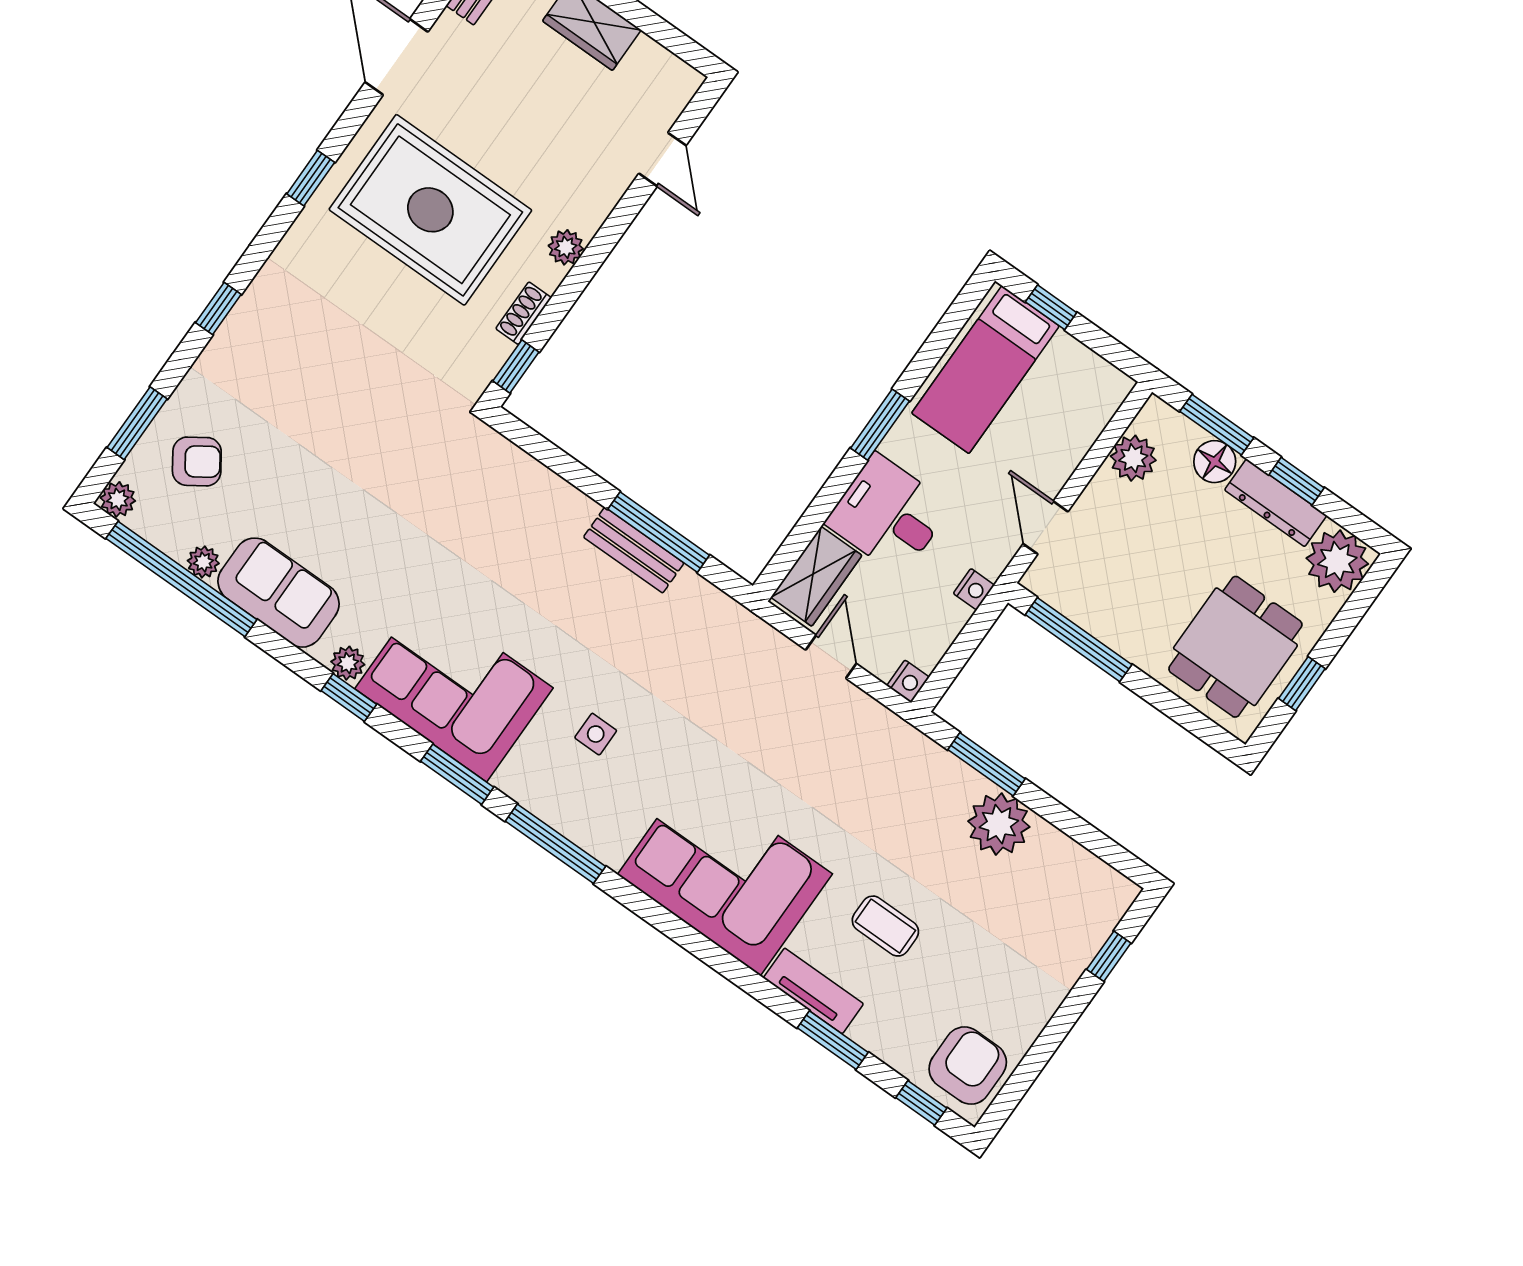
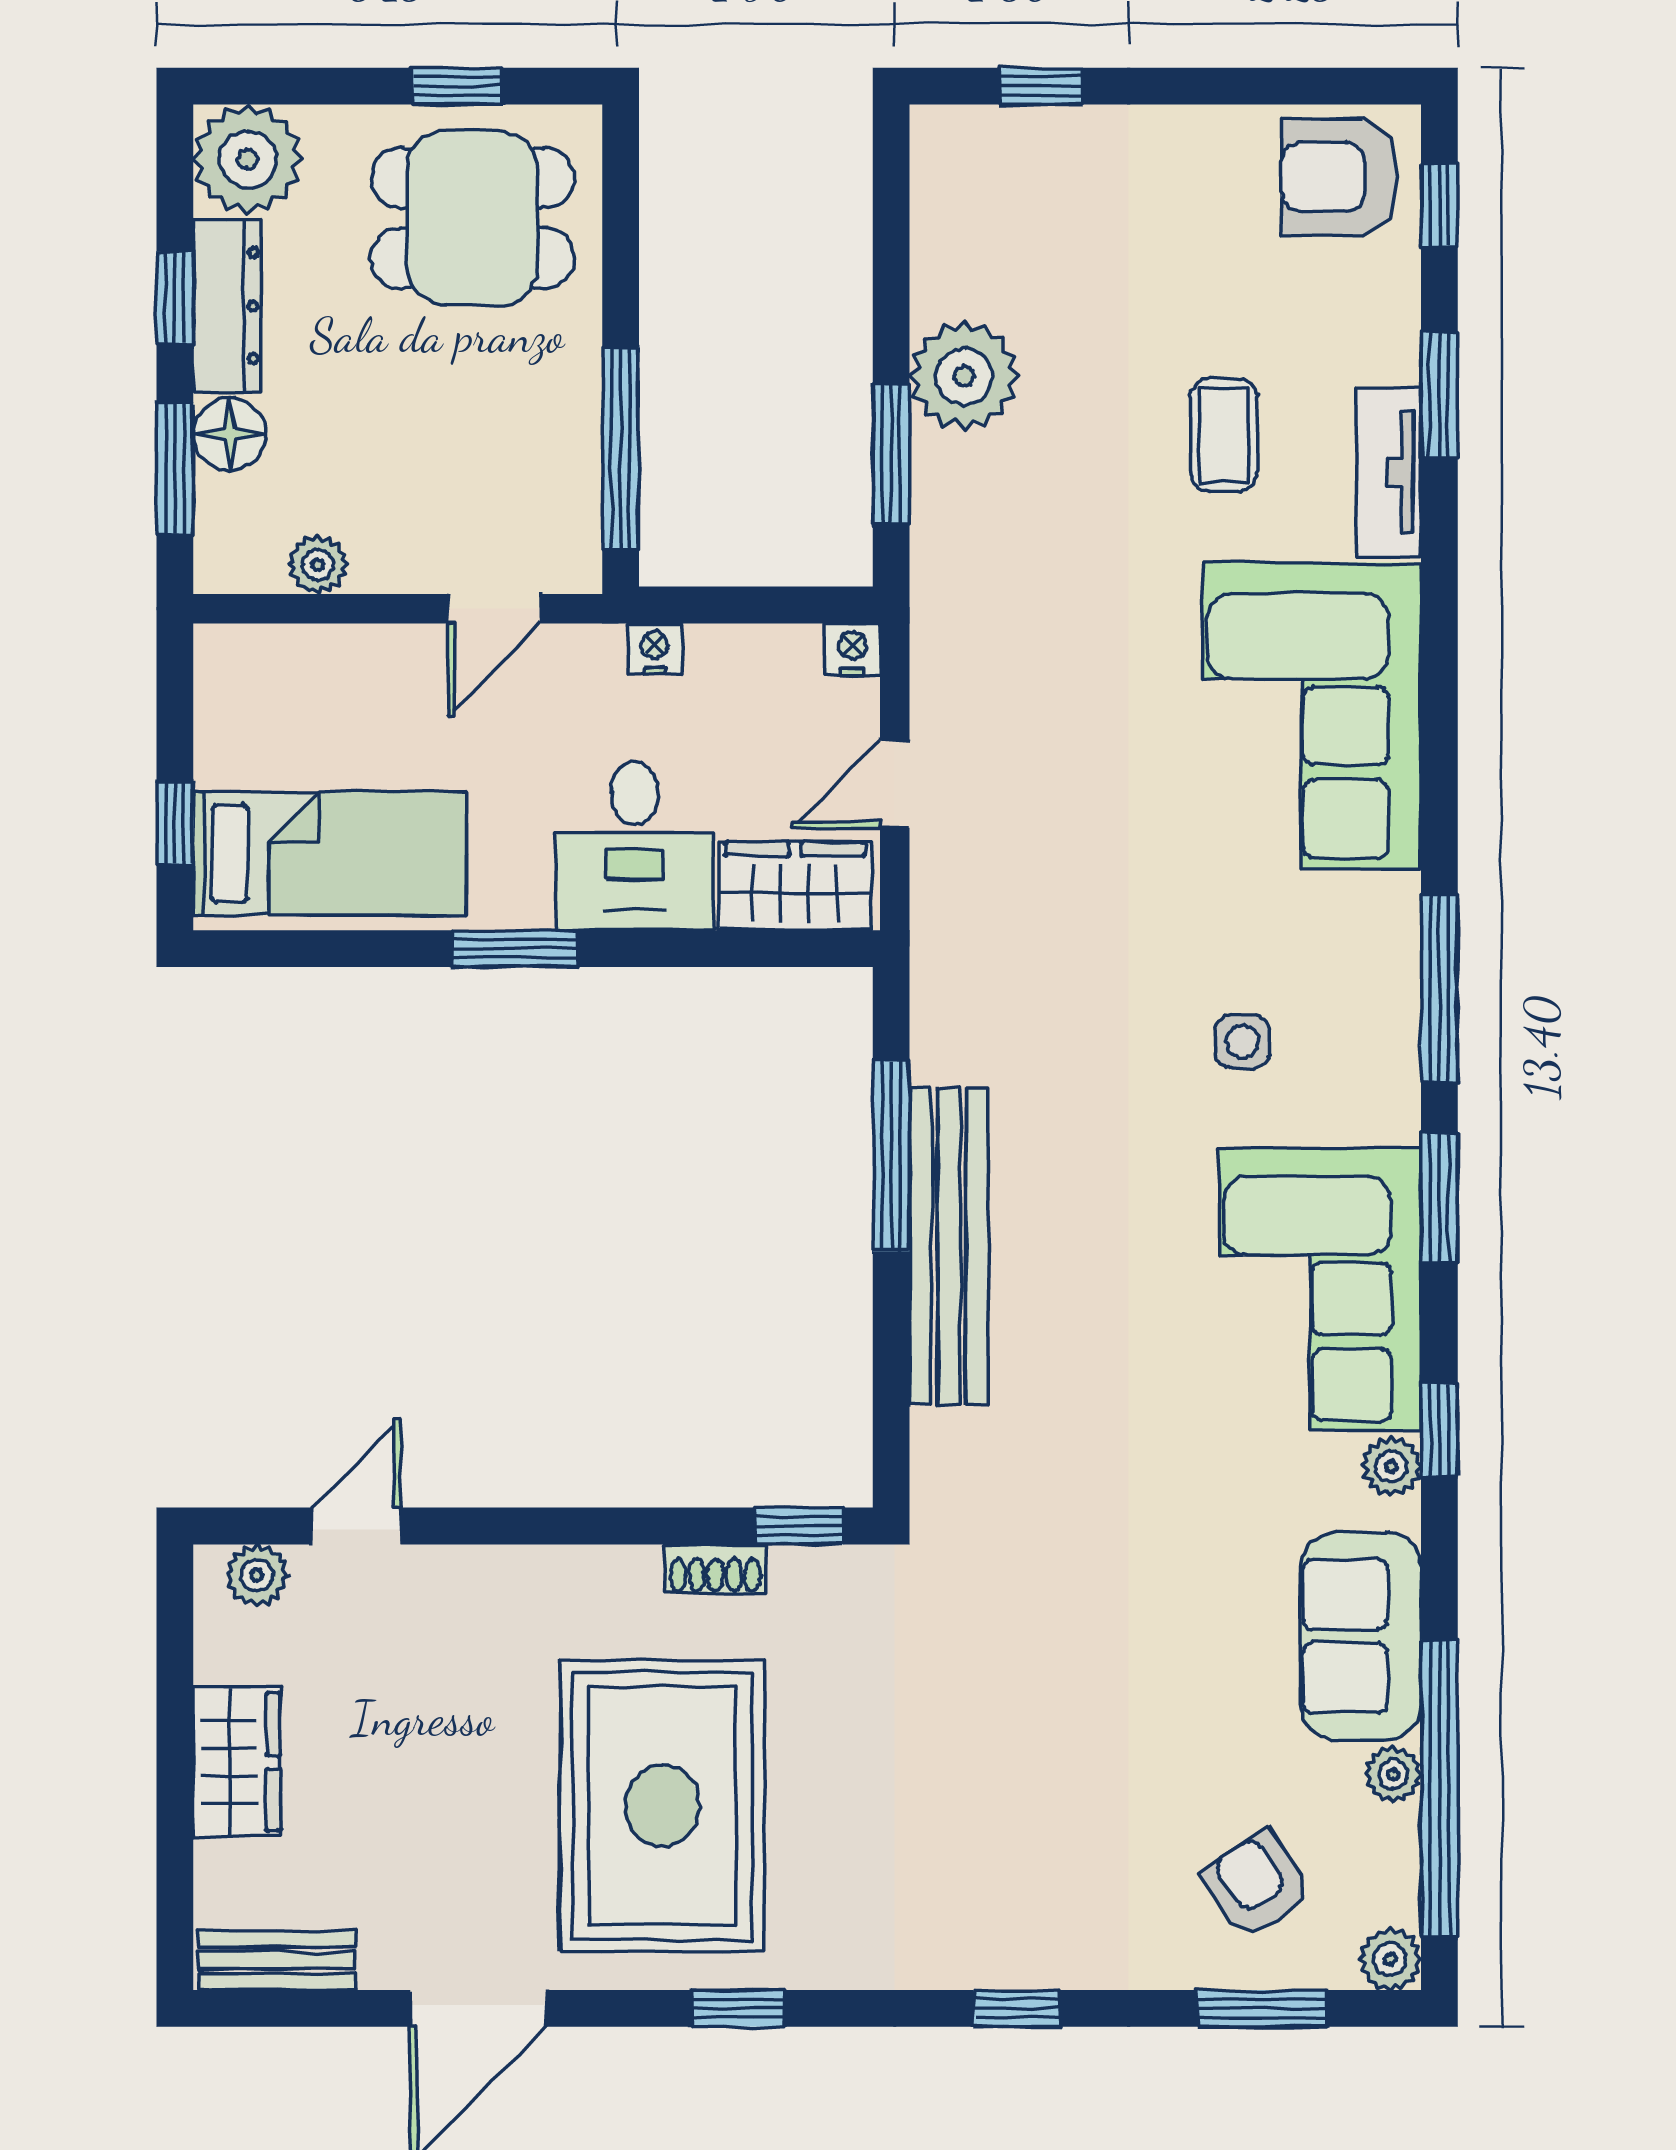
plant: (566, 247) -> (257, 1575), moved
plant: (1133, 458) -> (318, 565), width x0.73, depth x0.73
bench: (634, 550) -> (949, 1246), width x1.86, depth x1.21

